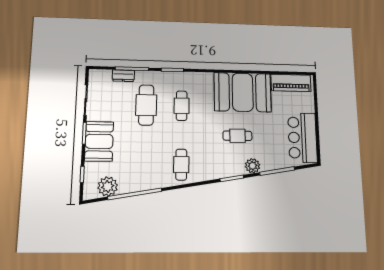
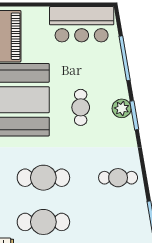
cafe table: (182, 106) -> (43, 178), width x1.37, depth x1.35
plant: (253, 166) -> (122, 108), moved

